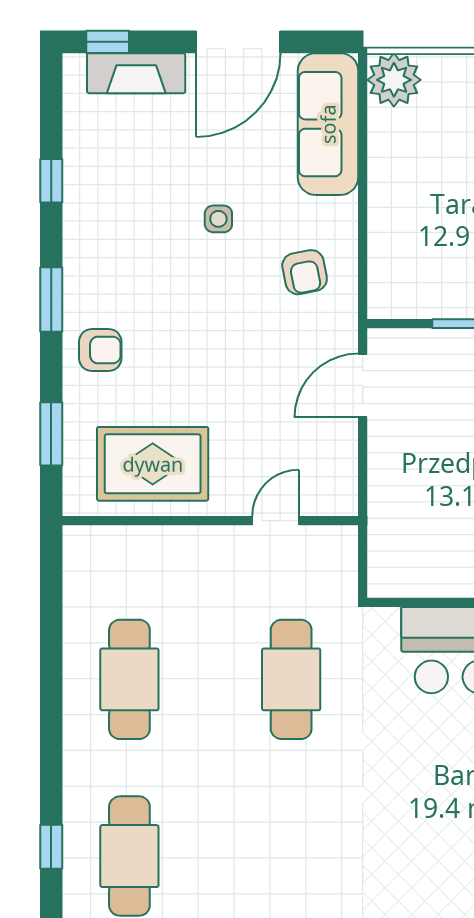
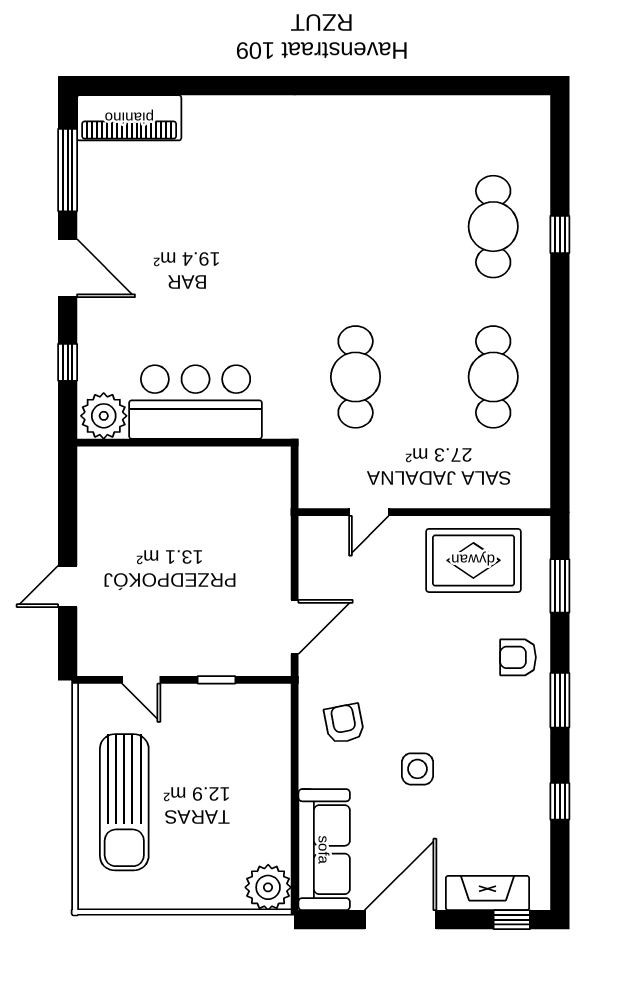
side table: (218, 219) -> (417, 769), width x1.37, depth x1.37

